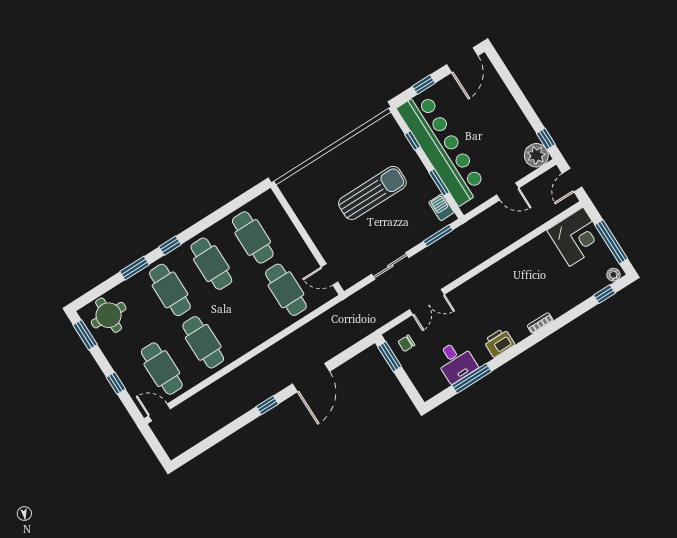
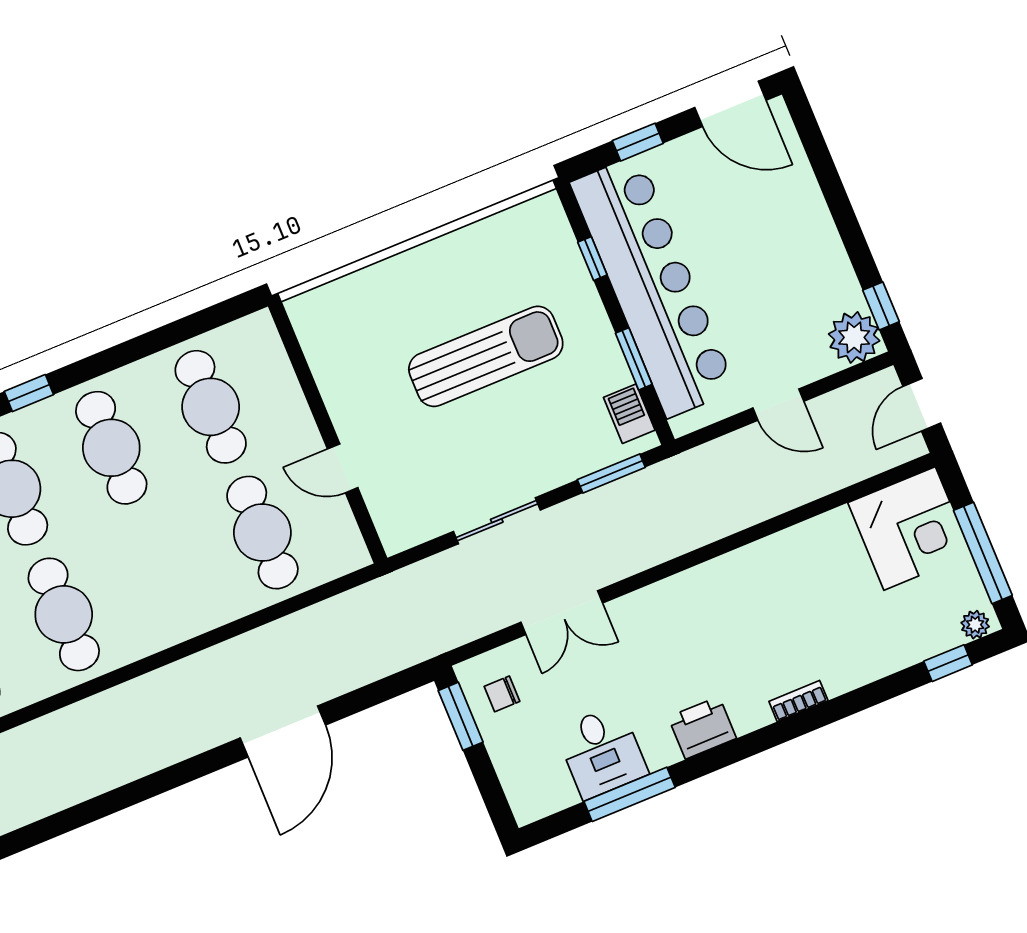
door: (462, 60) -> (730, 104), hinge flipped
door: (330, 274) -> (343, 468), moved
window: (267, 405) -> (178, 775), removed

